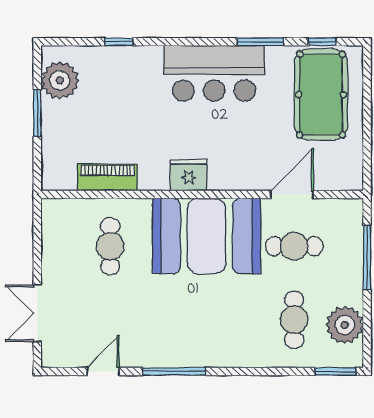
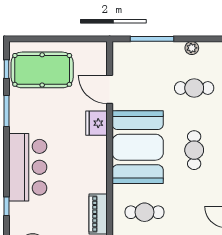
bar counter: (214, 73) -> (28, 167), moved
fridge: (189, 175) -> (97, 123), moved
cafe table: (294, 246) -> (194, 150), moved
plant: (345, 325) -> (192, 48), width x0.53, depth x0.53

